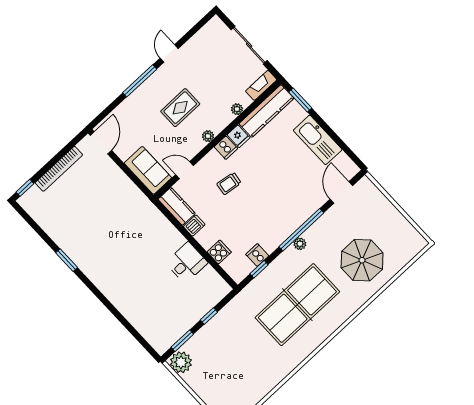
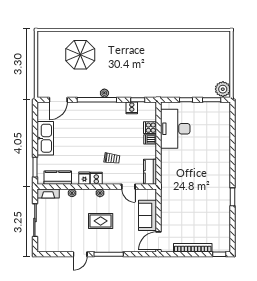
kitchen counter: (266, 111) -> (58, 178), width x0.67
sofa: (148, 170) -> (147, 215), moved
dishwasher: (194, 226) -> (150, 139), moved
desk: (187, 263) -> (175, 129), width x1.87, depth x1.30
table tennis table: (297, 305) -> (135, 63), removed

